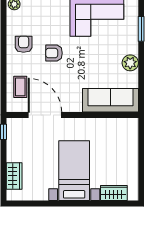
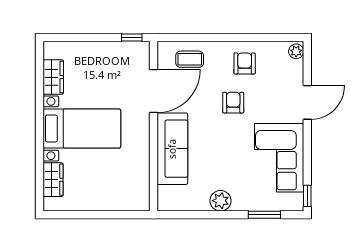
armchair: (24, 44) -> (245, 63), turned -90
sofa: (110, 100) -> (172, 149), moved
wardrobe: (14, 176) -> (53, 77), moved, turned -90

